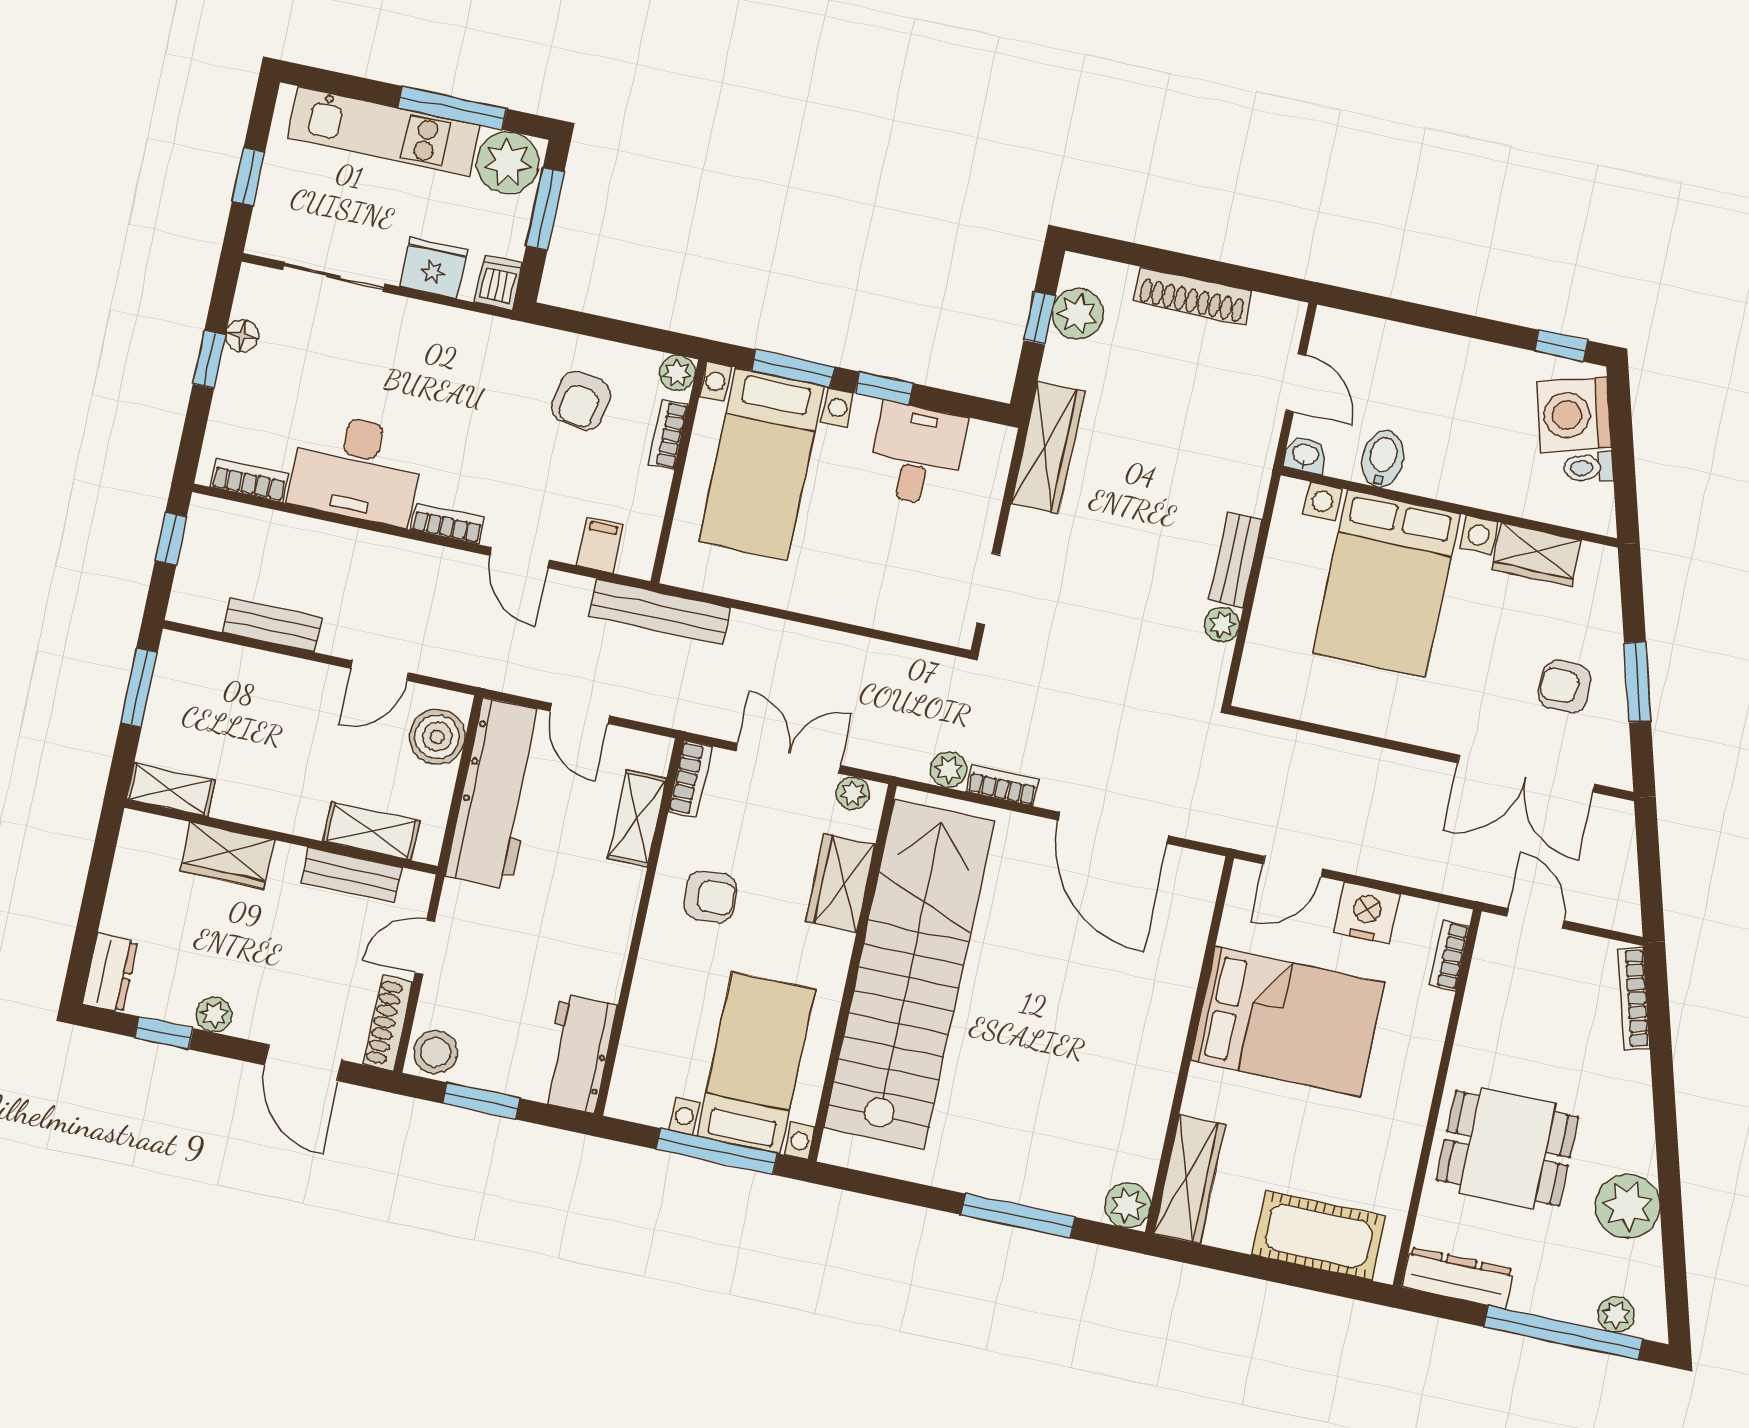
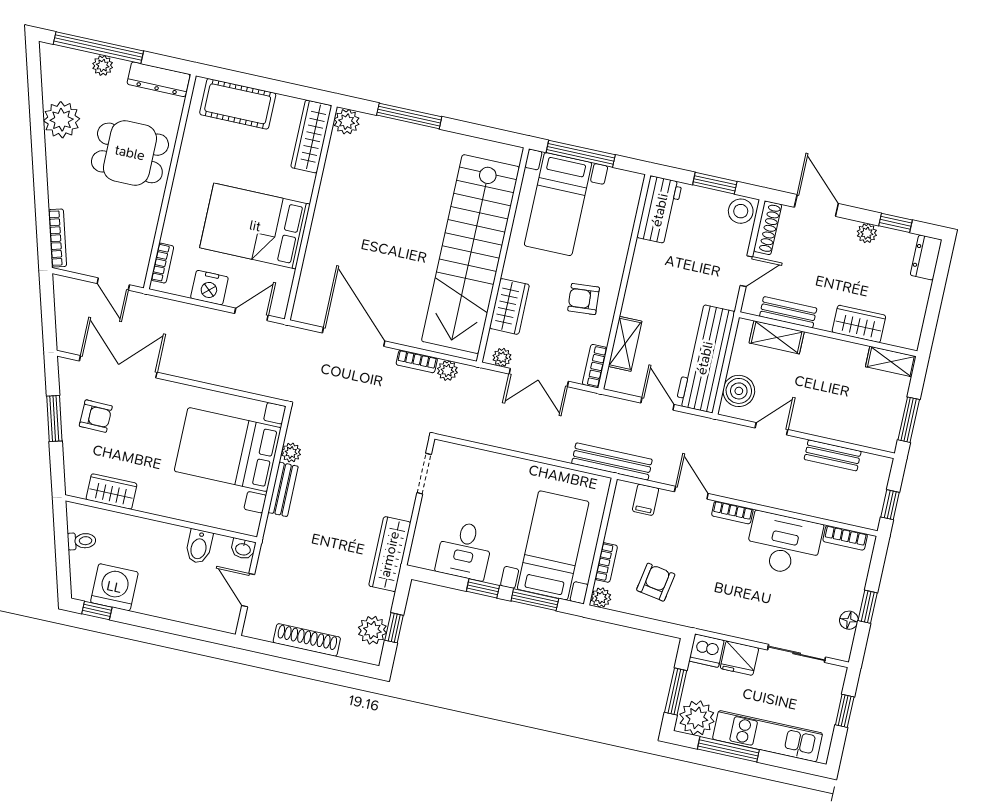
dishwasher: (498, 282) -> (707, 651), width x1.38
washing machine: (1574, 415) -> (114, 587), moved, turned -74
bed with nightstands: (1386, 584) -> (228, 450), moved, turned -90
plant: (1616, 1314) -> (103, 66), moved

